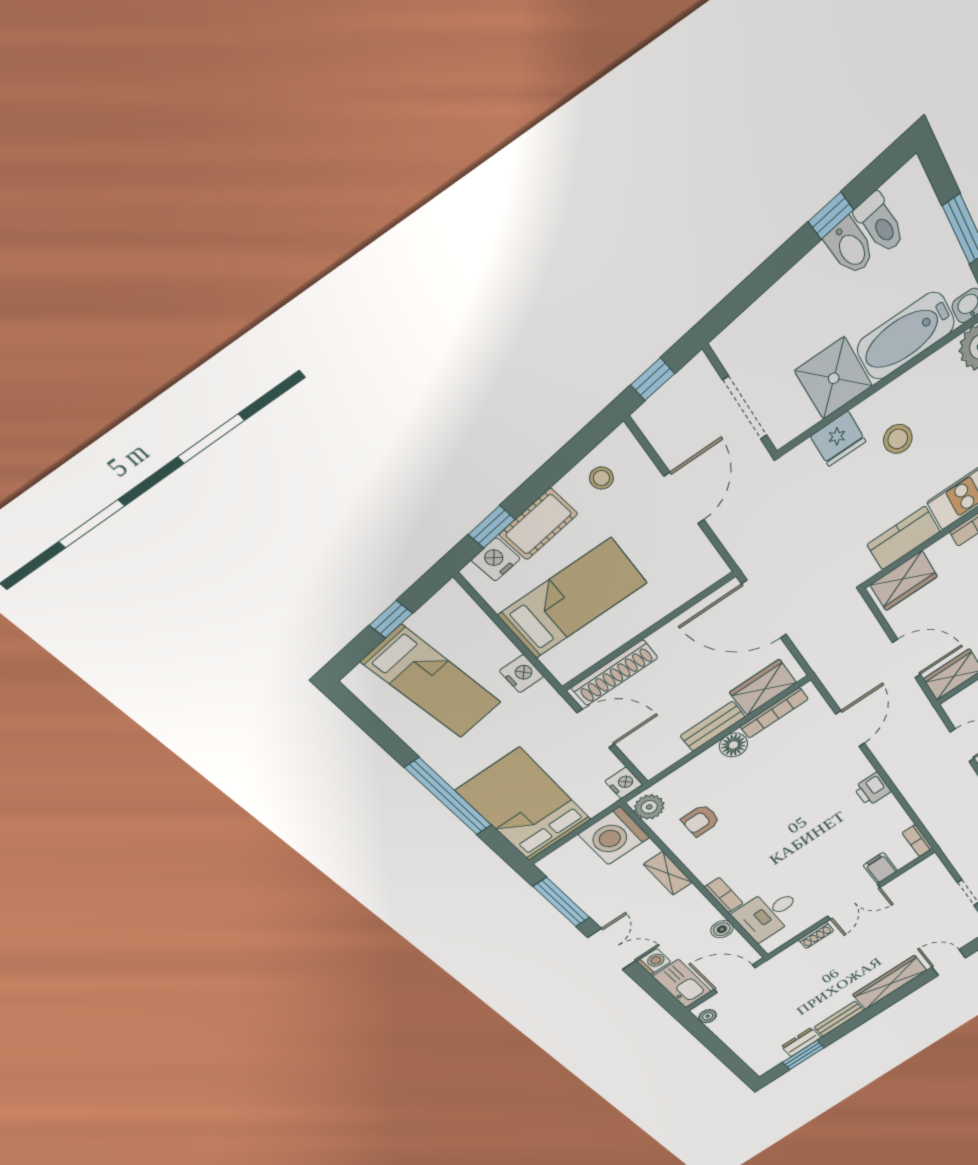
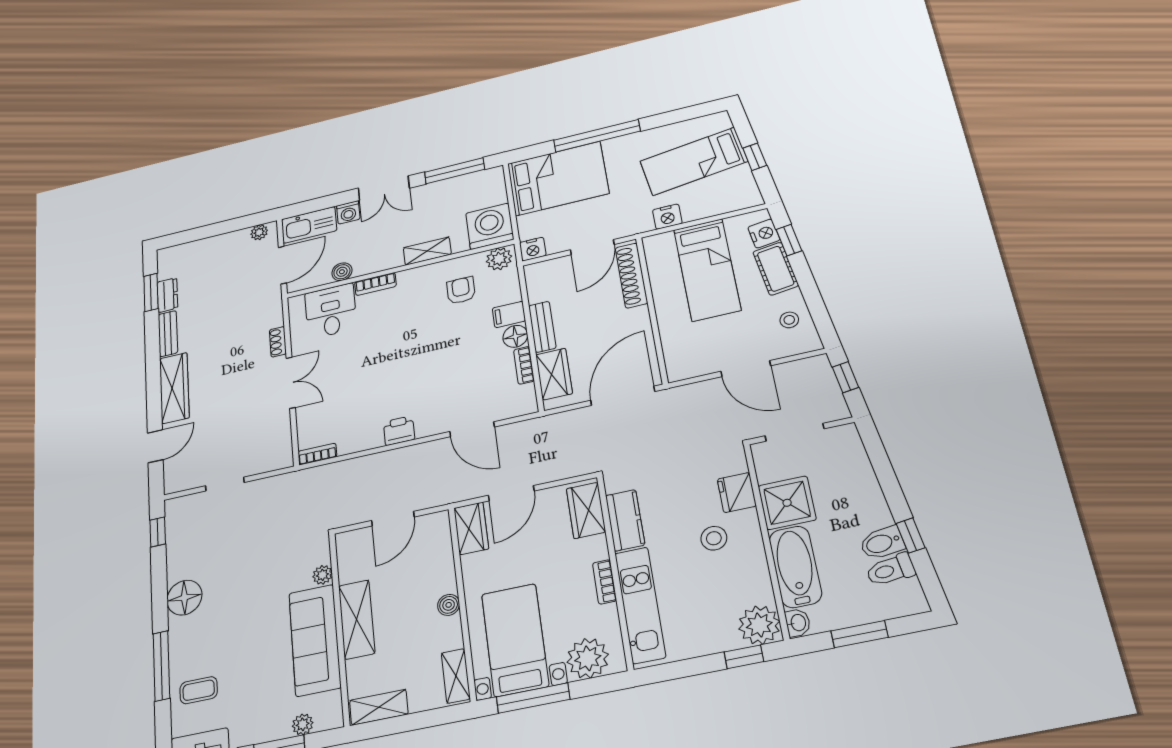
bookcase: (774, 713) -> (524, 365), width x0.64
filing cabinet: (880, 868) -> (509, 314), moved, turned 180
double door: (854, 902) -> (291, 383), swing flipped

